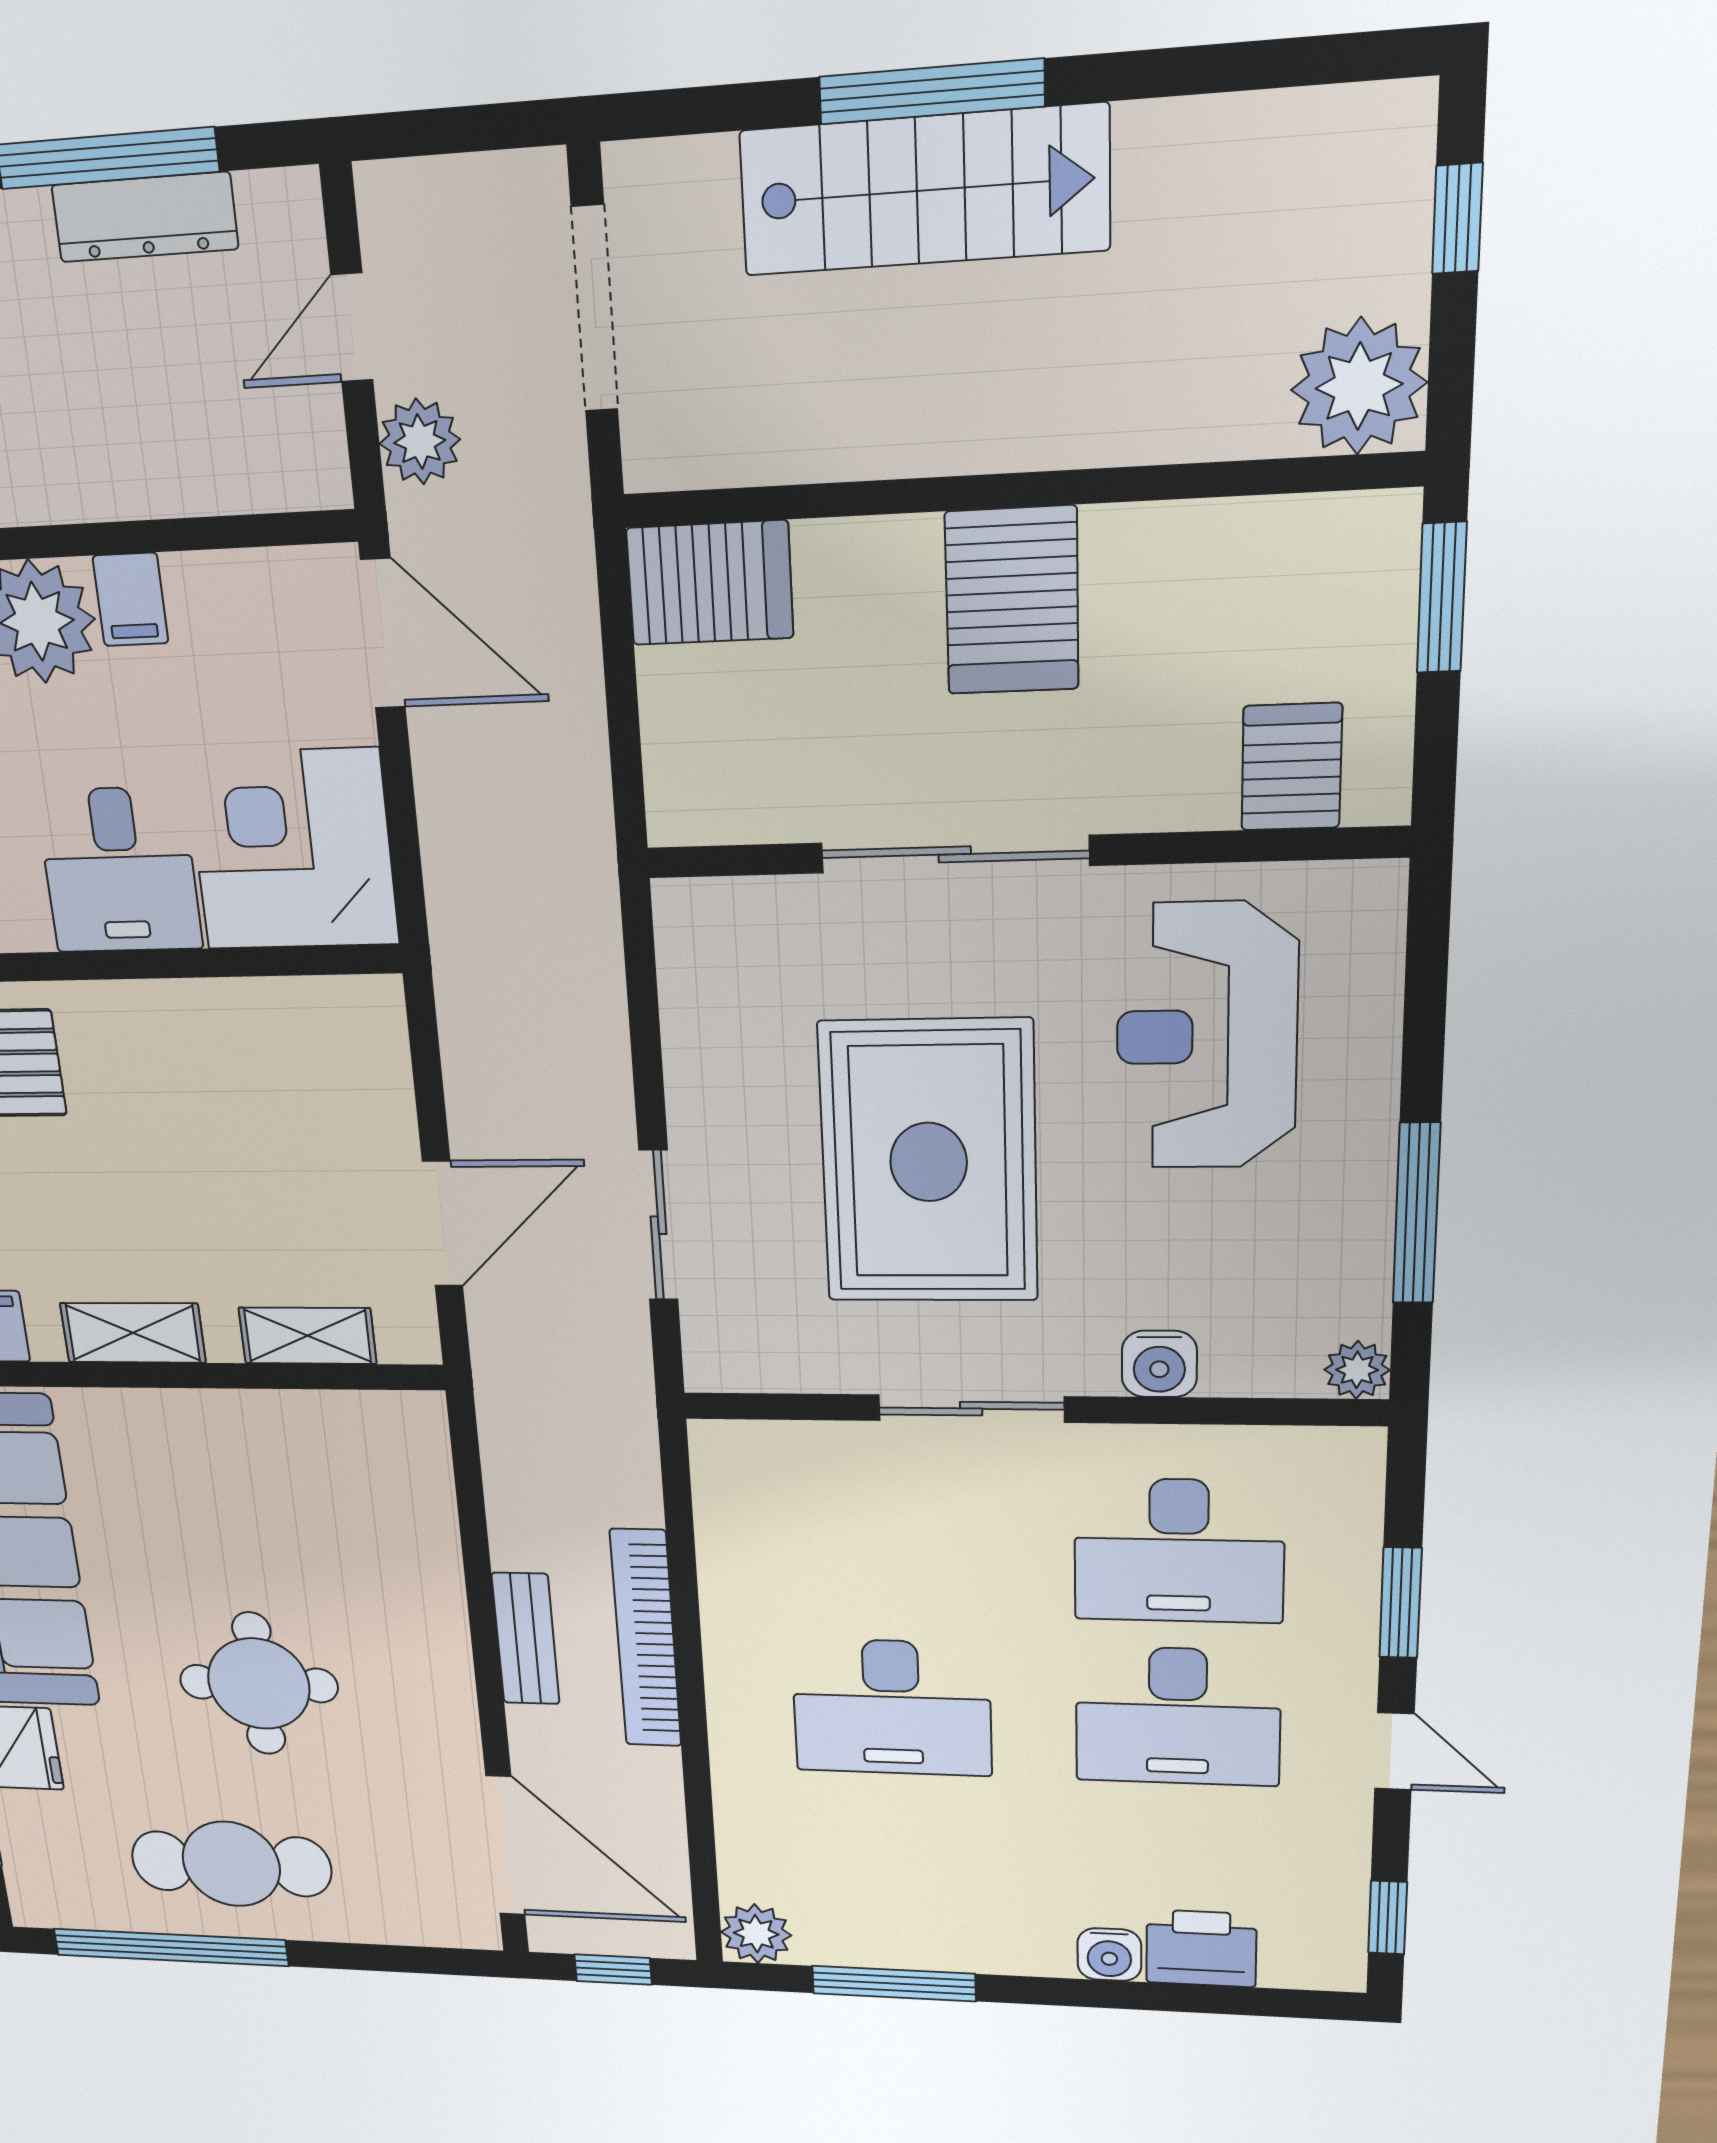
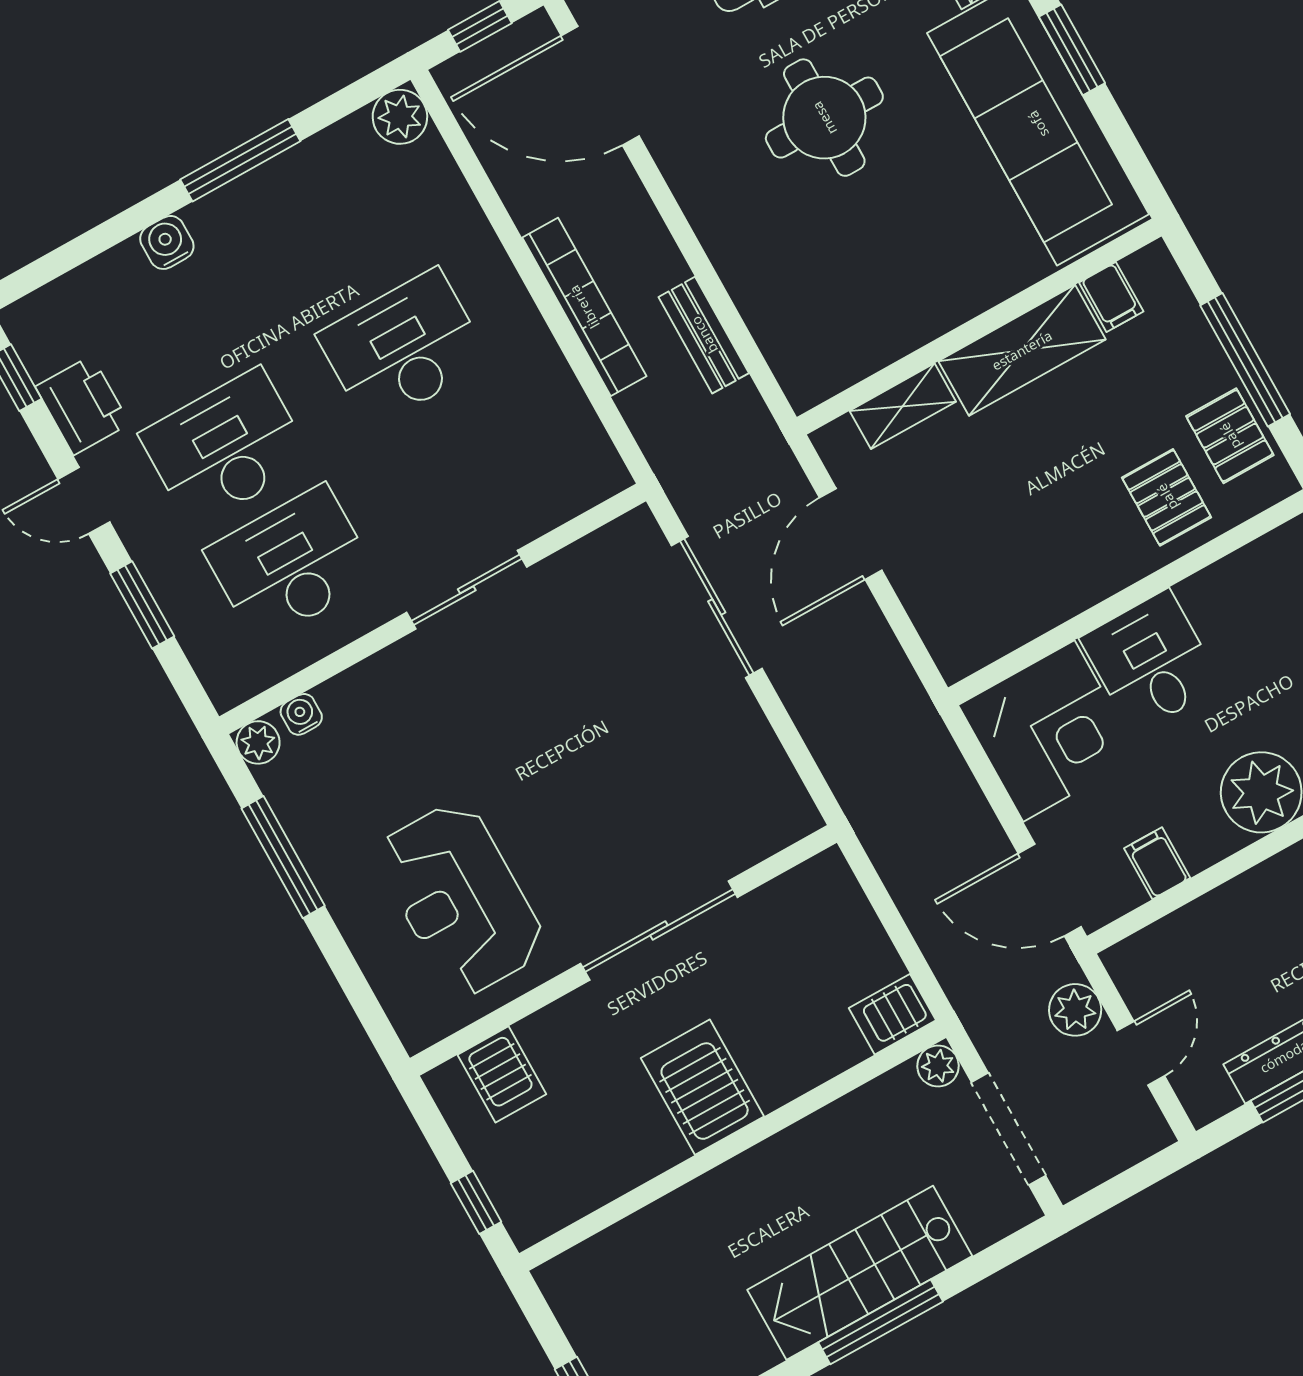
plant: (1359, 386) -> (938, 1066), moved, width x0.53, depth x0.53
server rack: (710, 583) -> (892, 1014), width x0.73, depth x0.70
window: (1442, 598) -> (476, 1202), width x0.67
filing cabinet: (131, 600) -> (1157, 863), moved
reception desk: (1207, 1036) -> (461, 899), turned 180
rug: (929, 1162) -> (577, 737), removed
sliding door: (658, 1225) -> (717, 607), width x1.37
shelving: (133, 1333) -> (1022, 350), width x1.50, depth x1.33
water cooler: (1159, 1364) -> (301, 714), moved, width x0.72, depth x0.72
bench: (526, 1639) -> (704, 335), moved
printer: (1201, 1948) -> (83, 405), moved, turned -90
window: (894, 1984) -> (240, 160), moved

